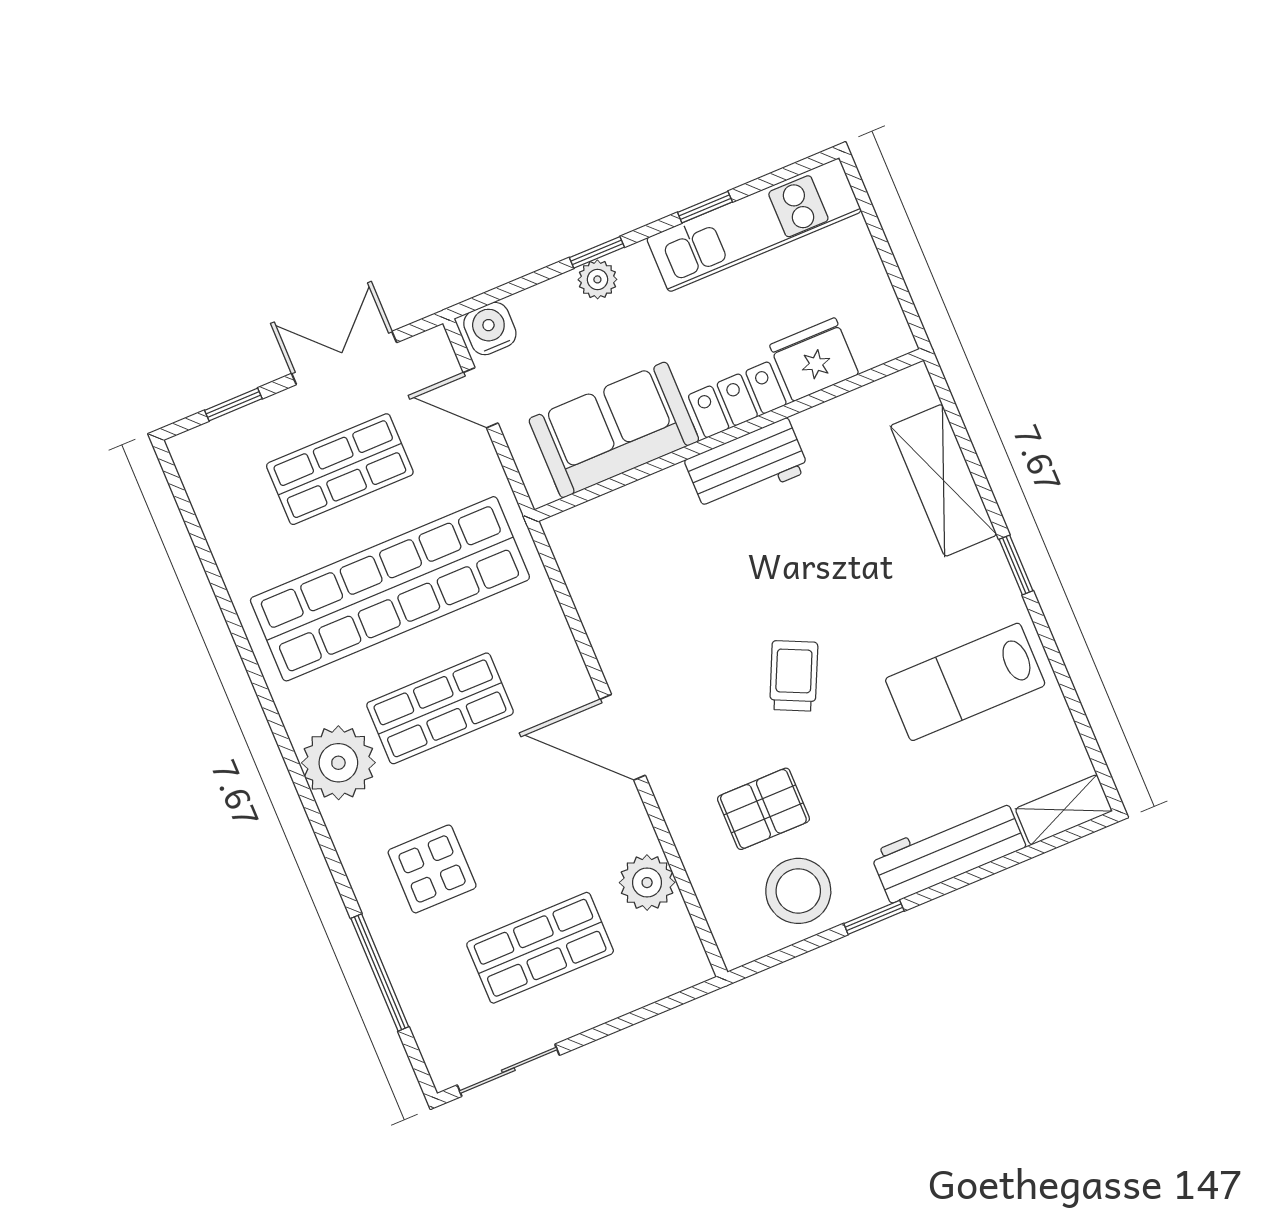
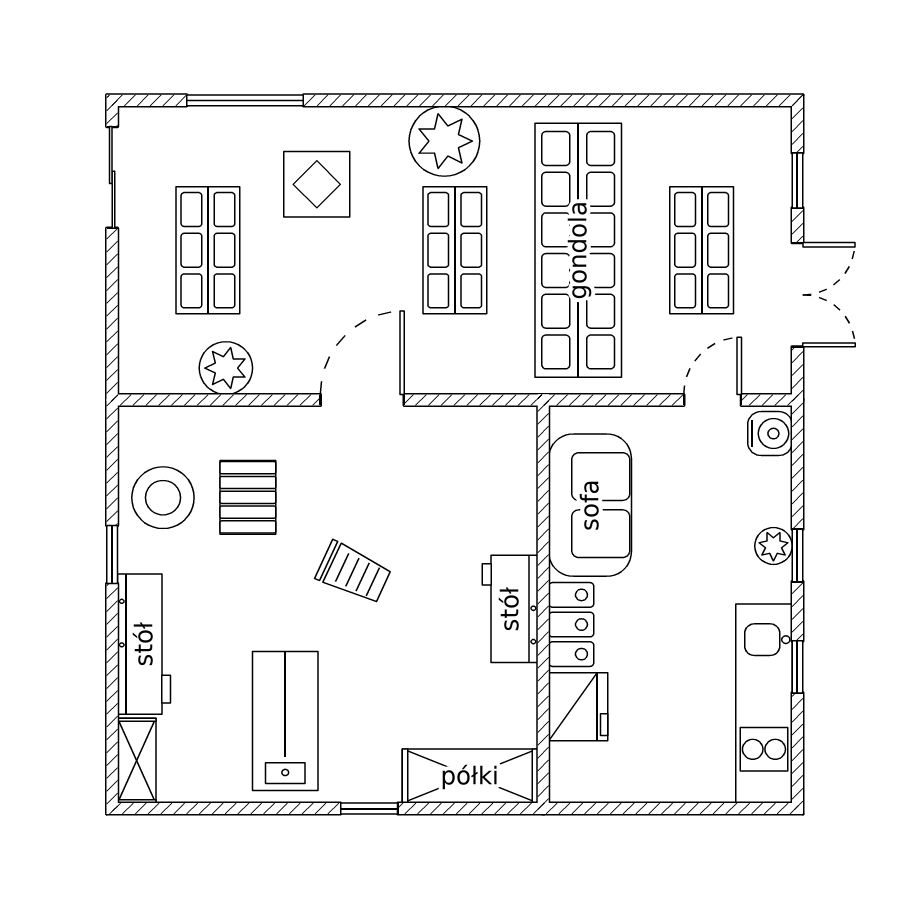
fridge: (814, 360) -> (578, 707), moved
locker: (737, 400) -> (571, 625), moved
sofa: (614, 430) -> (590, 505), moved
wall: (729, 435) -> (543, 604), moved
workbench: (747, 465) -> (510, 609), moved

